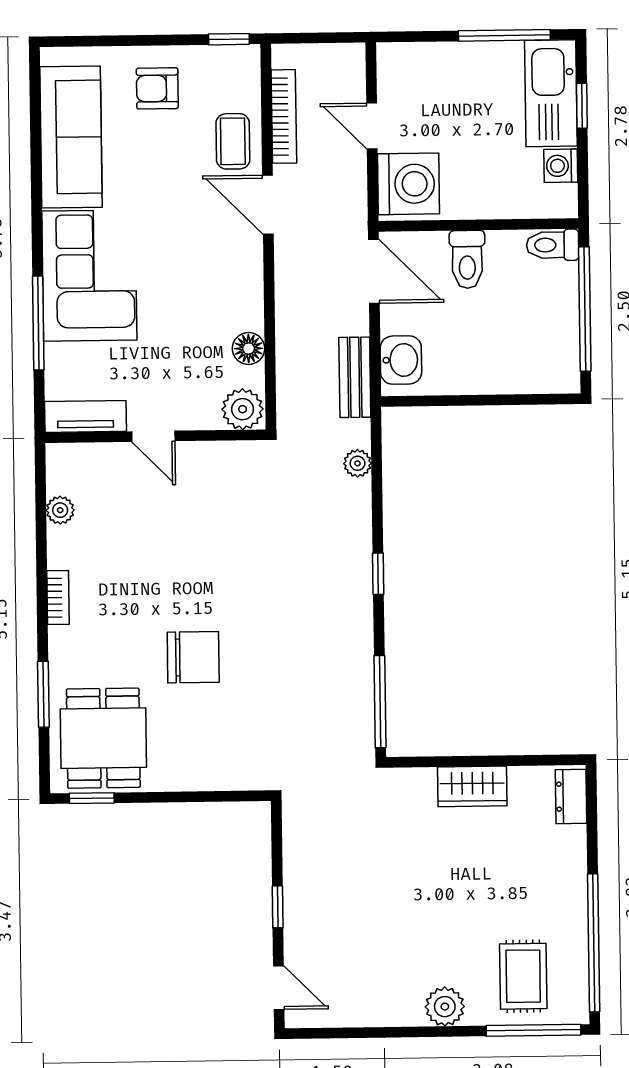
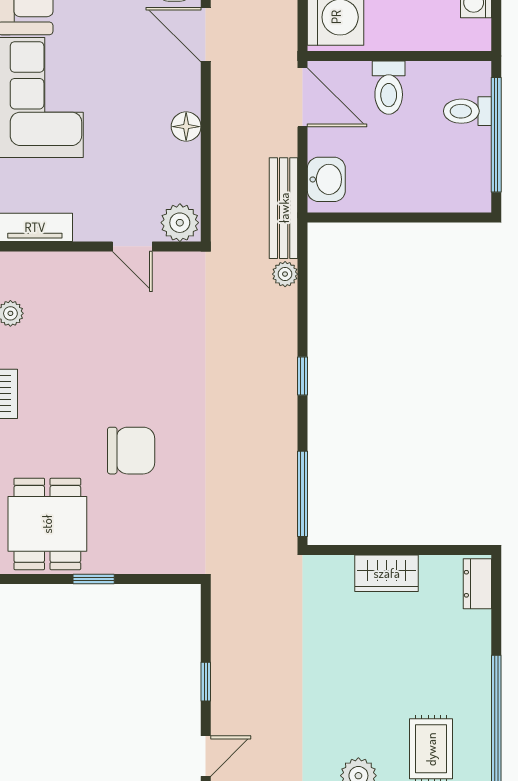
toilet: (553, 245) -> (468, 111), moved
floor lamp: (249, 348) -> (186, 127), moved
bench: (355, 377) -> (284, 208), width x1.36
door: (153, 436) -> (132, 246), moved
window: (92, 798) -> (94, 579), moved
door: (279, 988) -> (206, 756), hinge flipped

